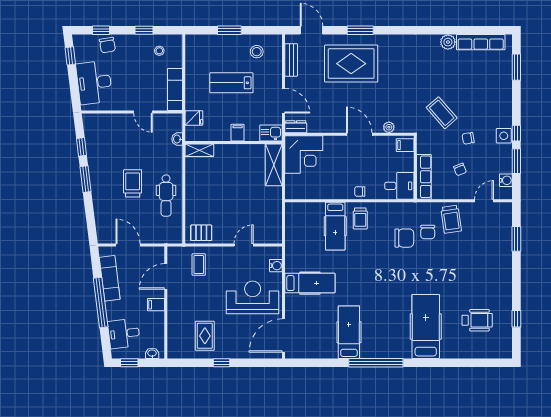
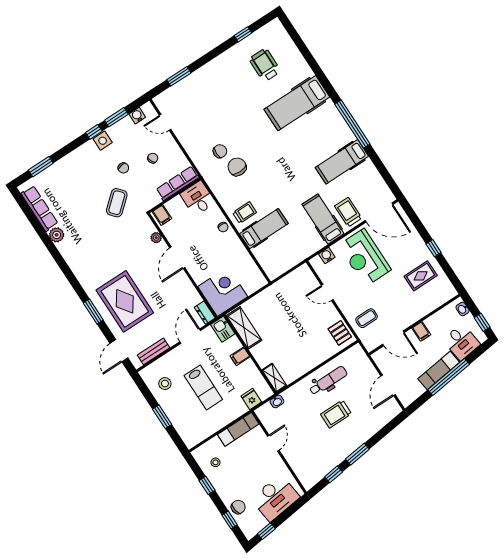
shelving: (274, 165) -> (244, 328), moved, turned 90
trolley: (451, 219) -> (348, 212), moved, turned -82
exam couch: (110, 278) -> (439, 370), moved

